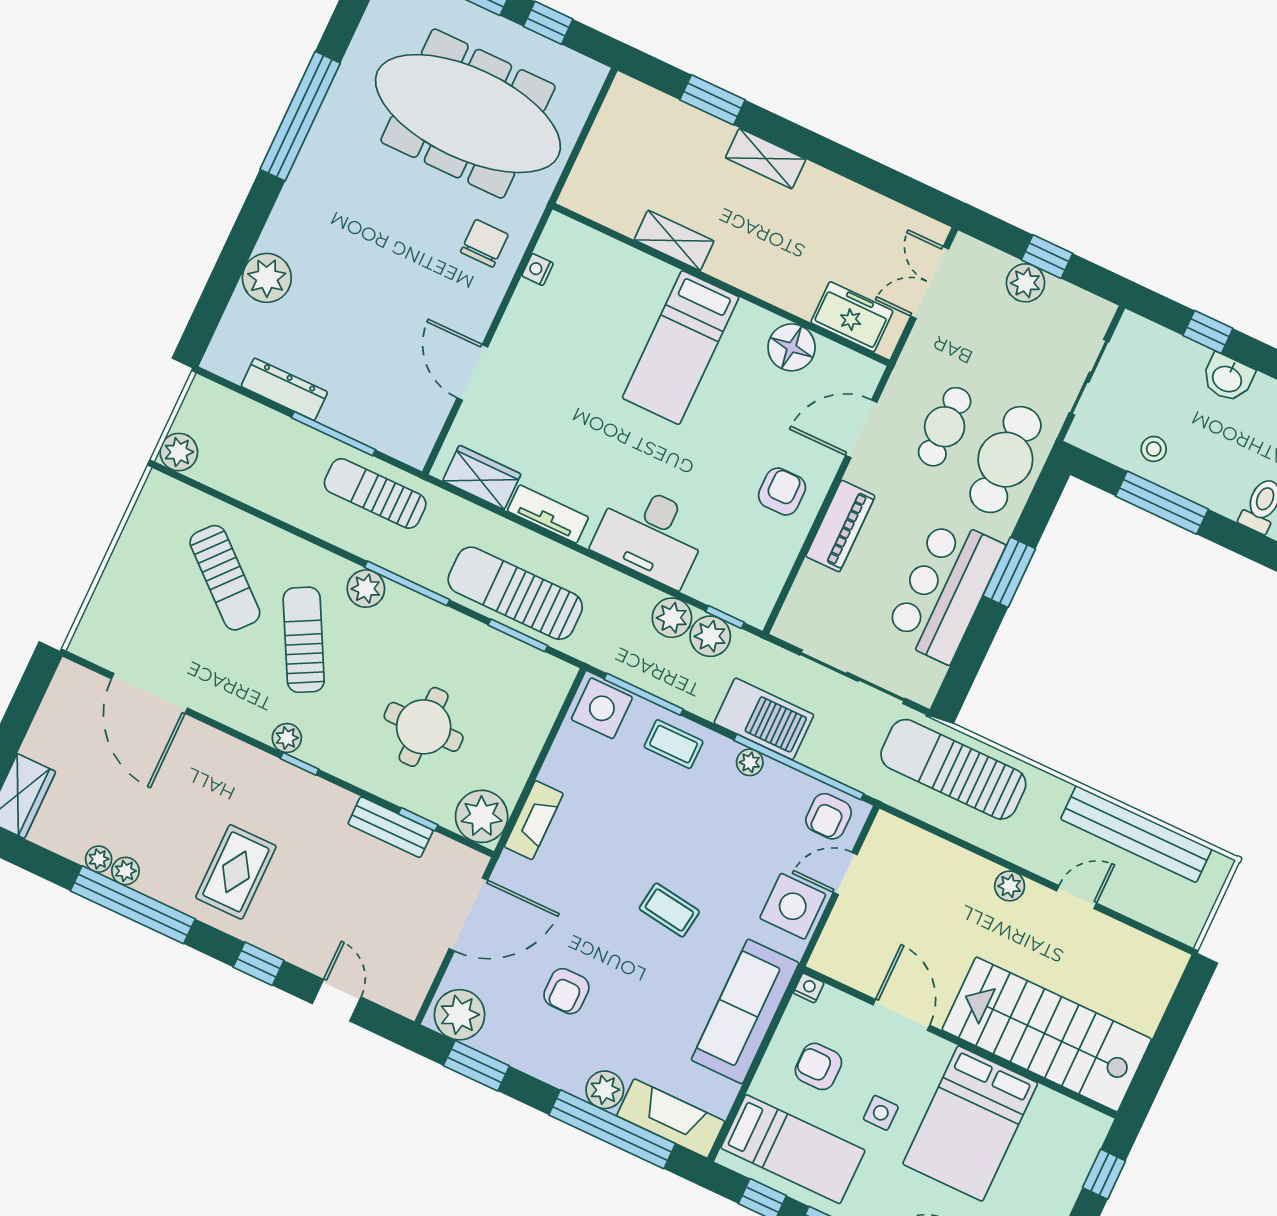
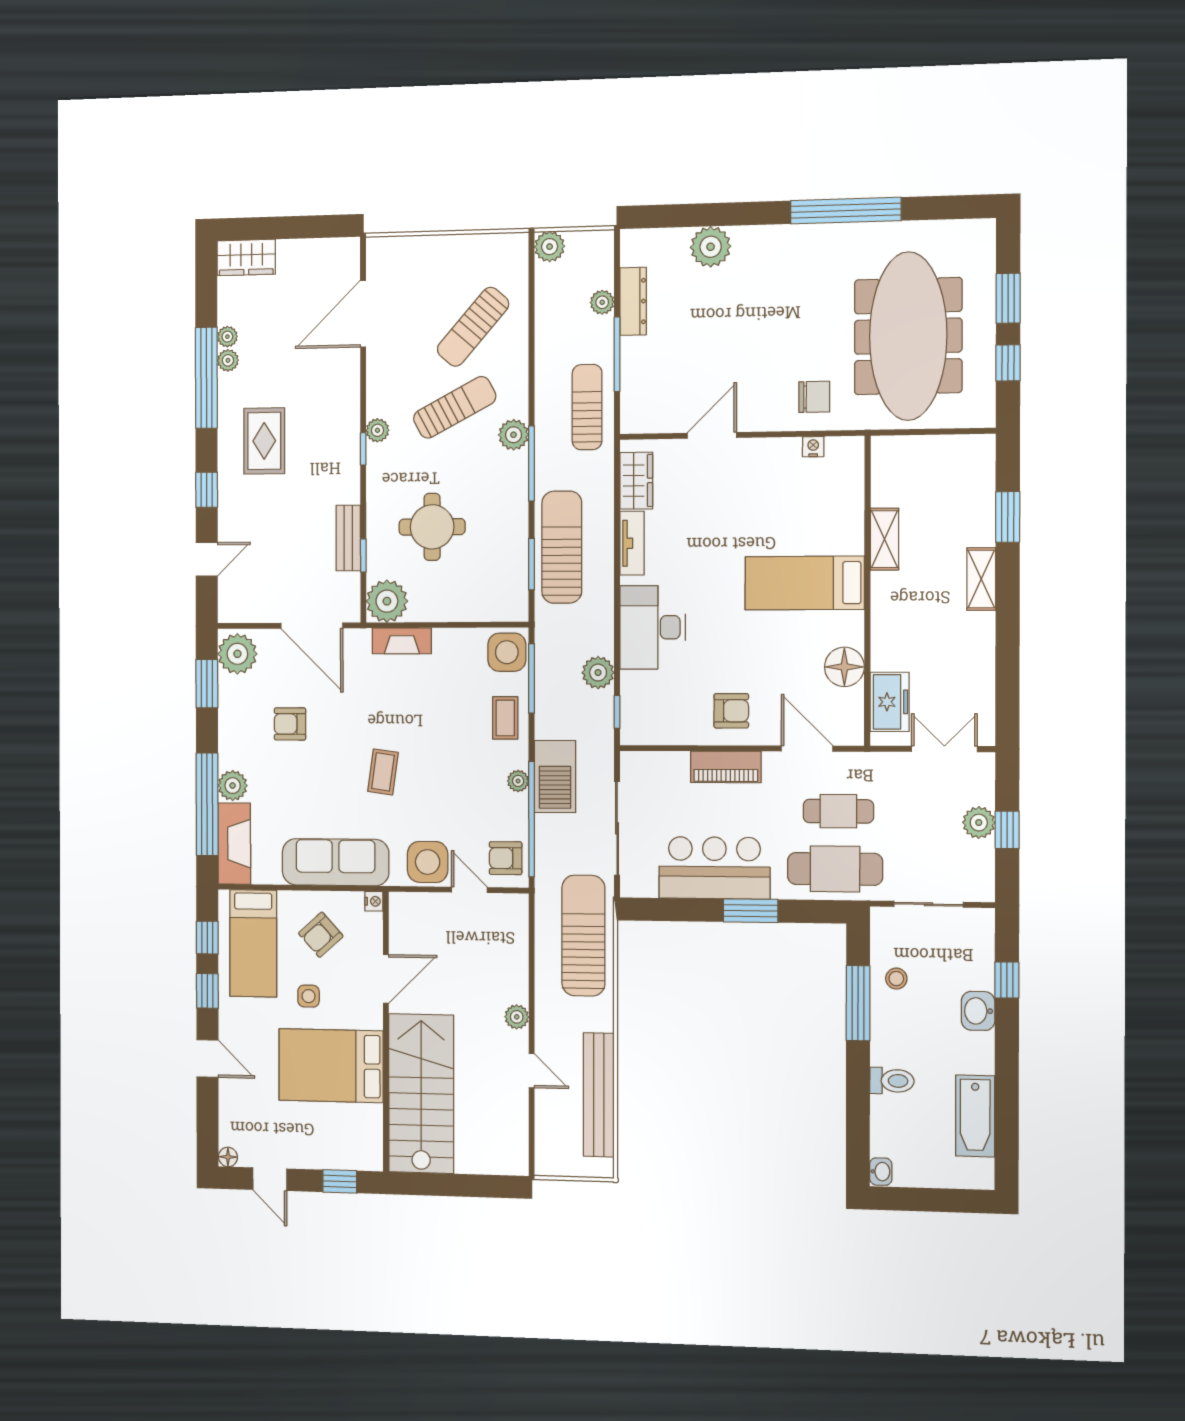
plant: (710, 636) -> (602, 302), moved, width x0.73, depth x0.73
rug: (236, 872) -> (264, 441), turned 90
armchair: (818, 1066) -> (321, 935), turned -132

